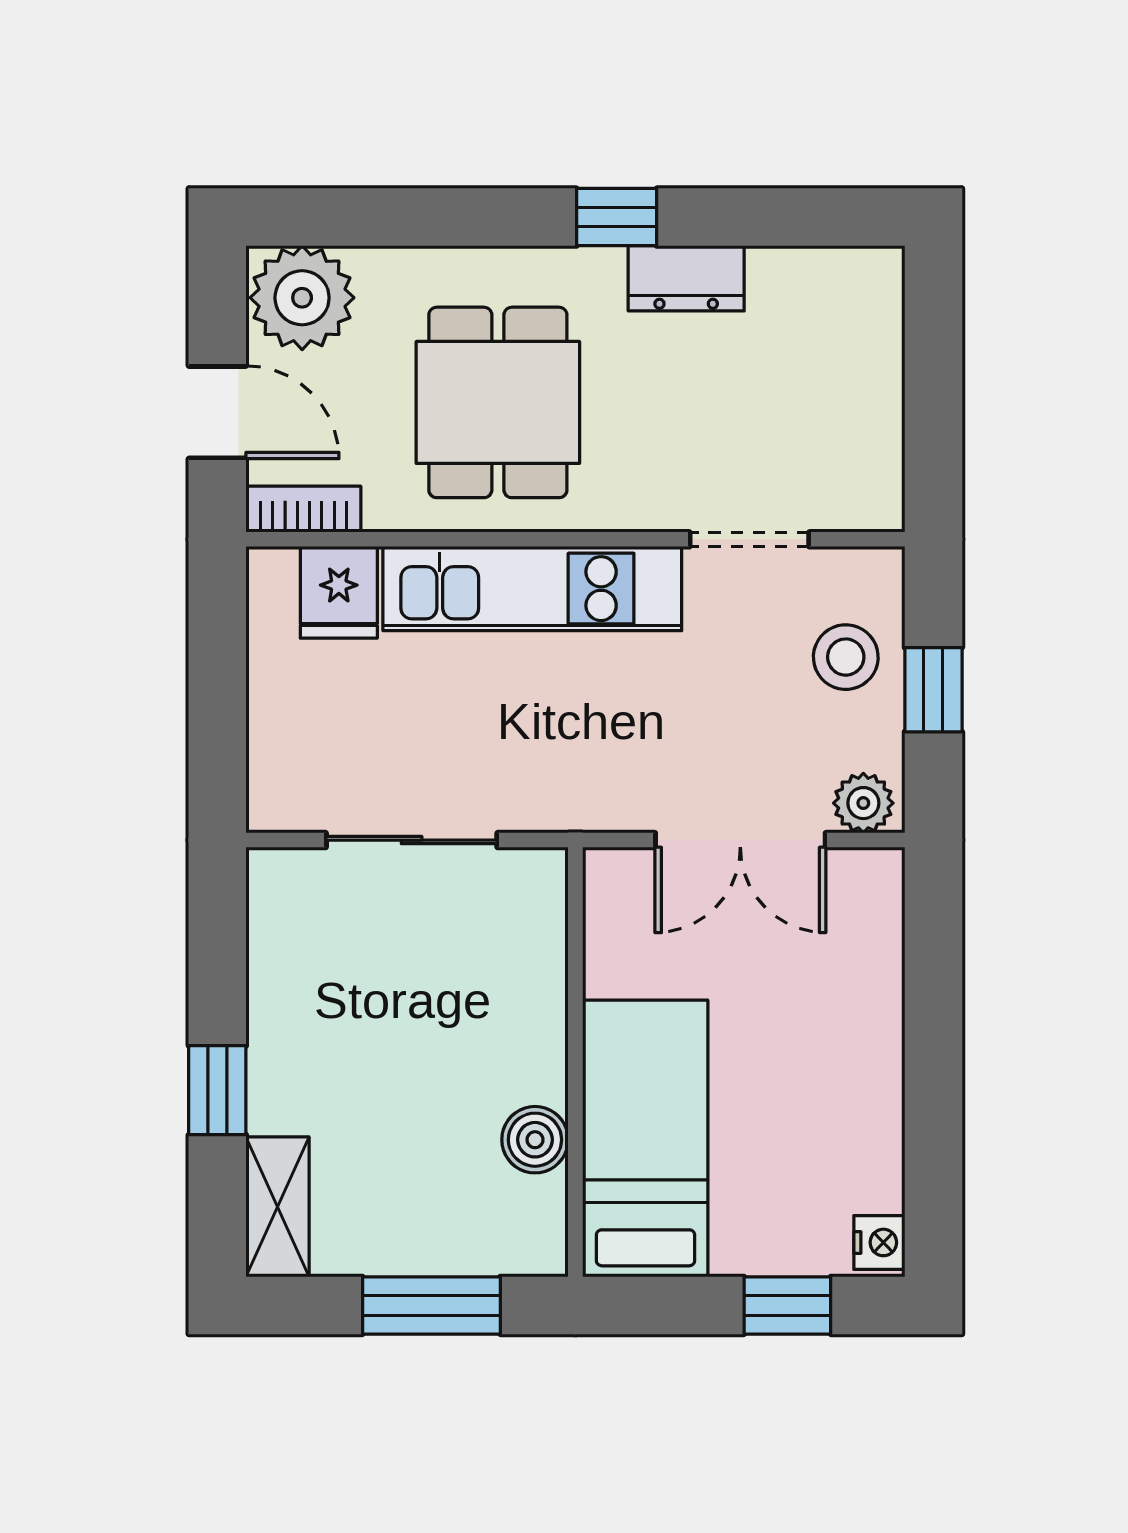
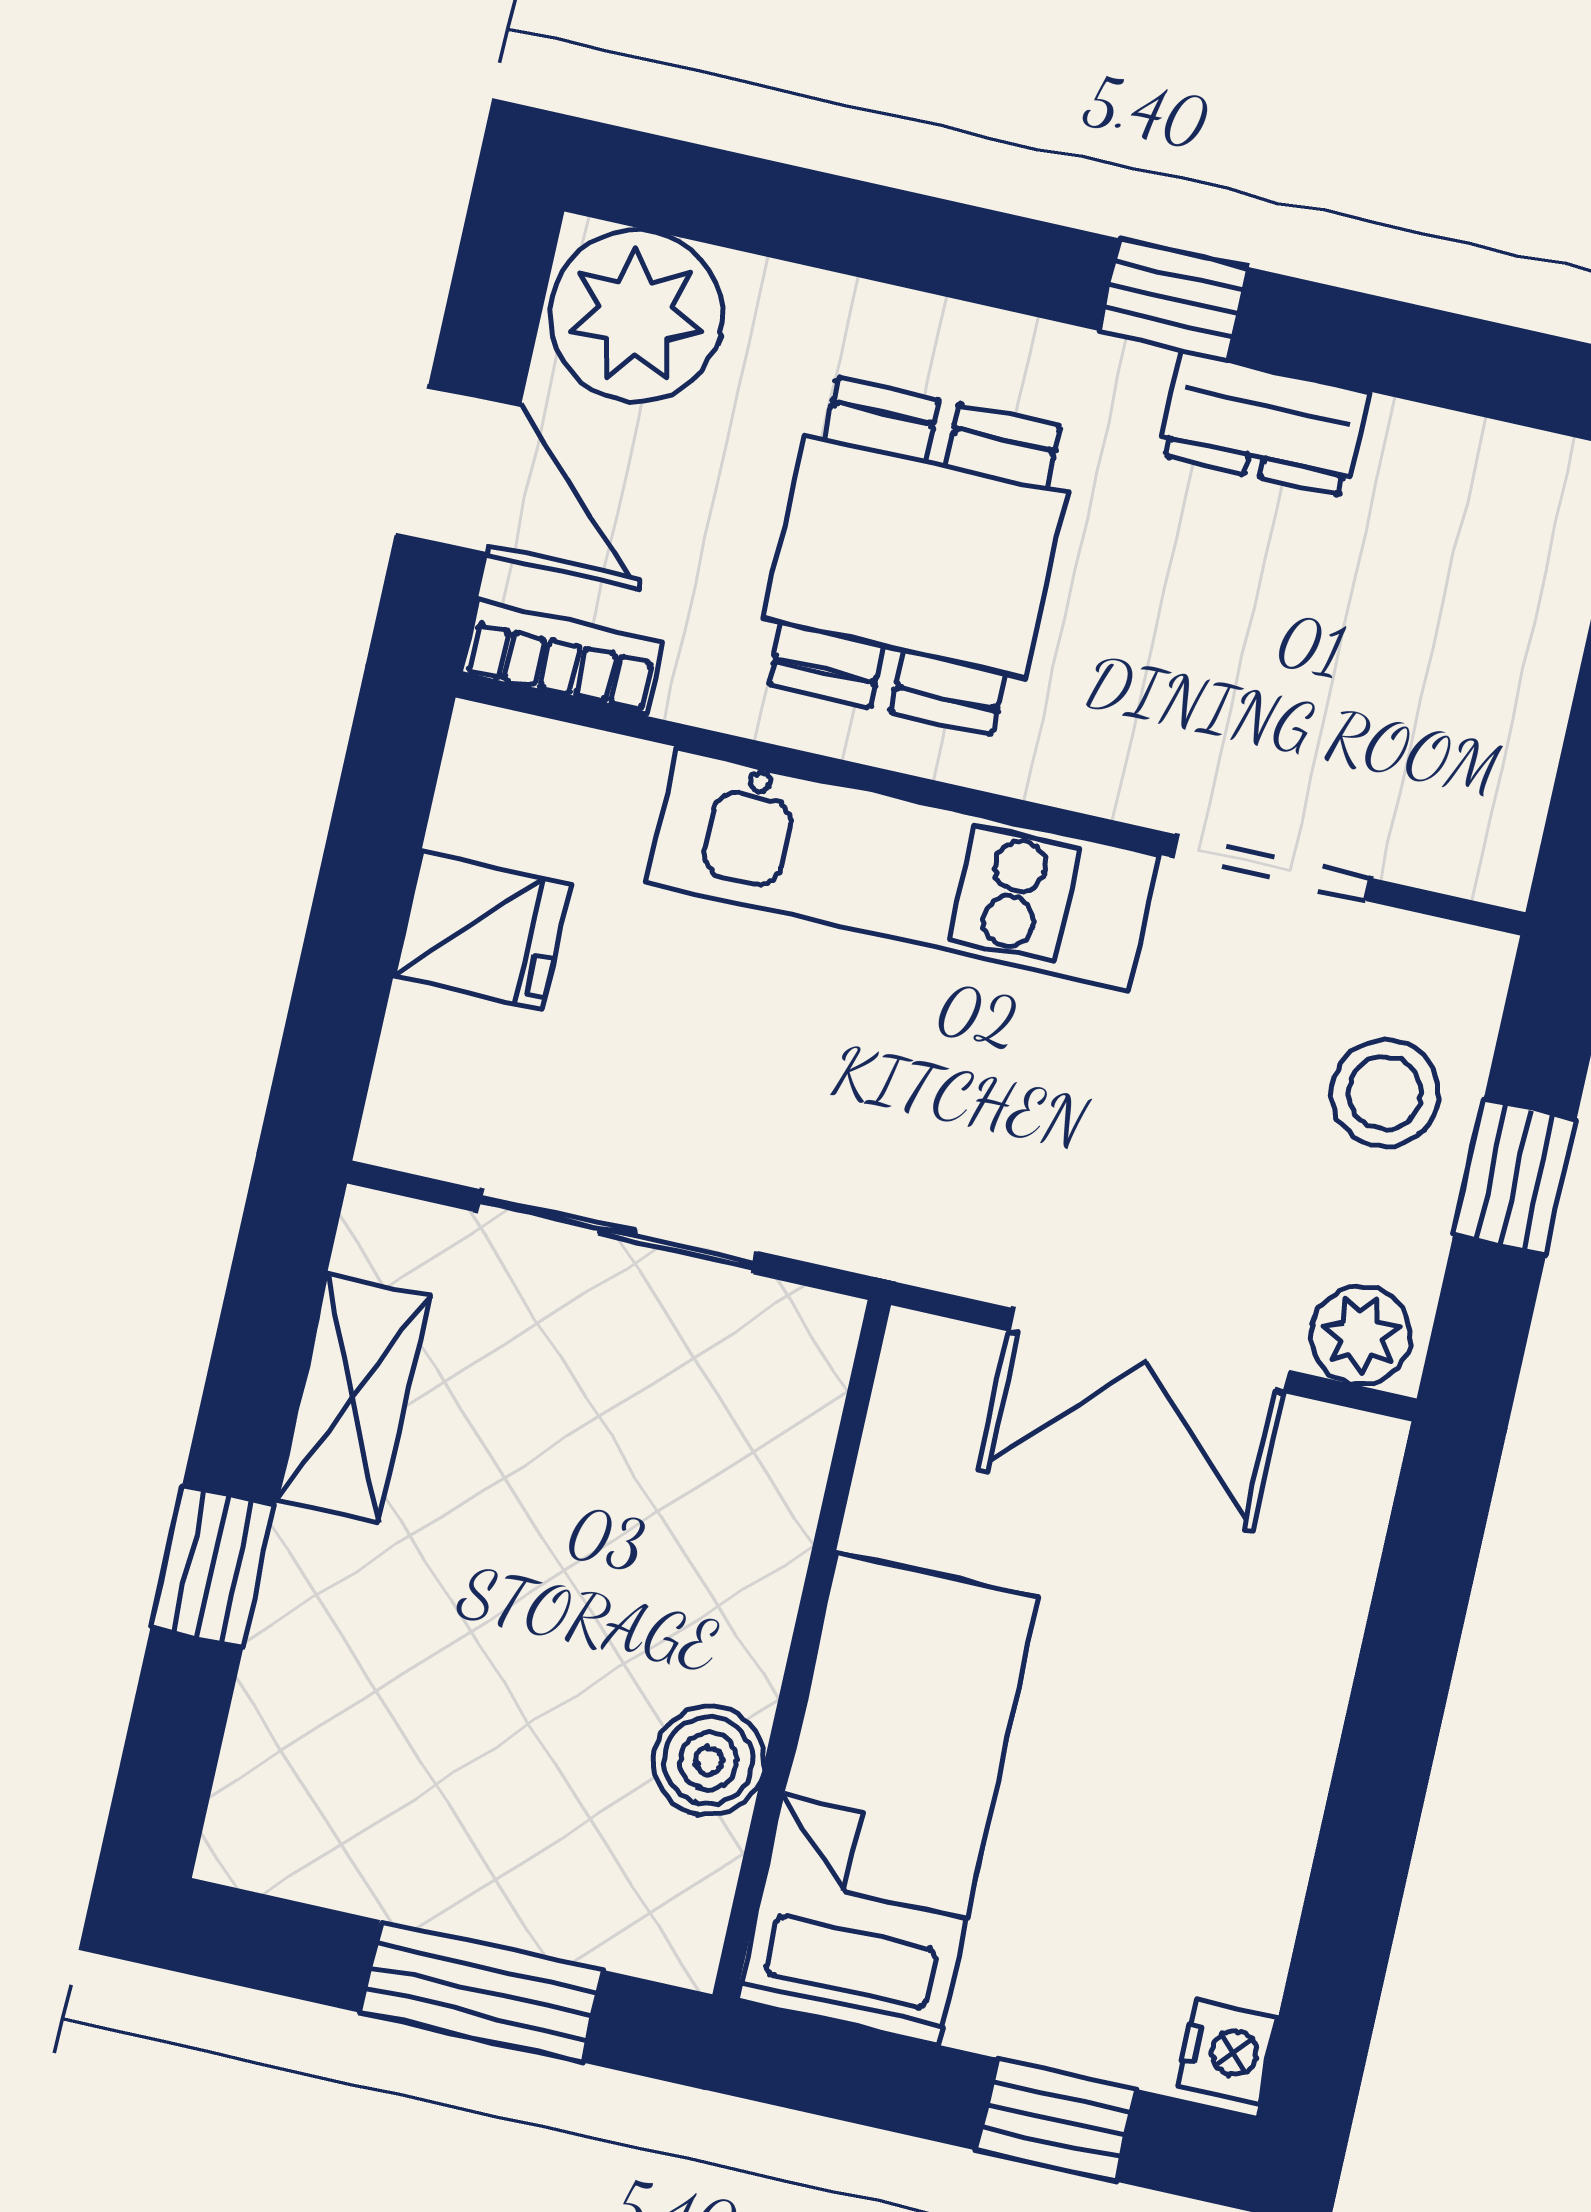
fridge: (339, 592) -> (482, 930), moved, turned -90
shelving: (277, 1207) -> (353, 1398), moved

